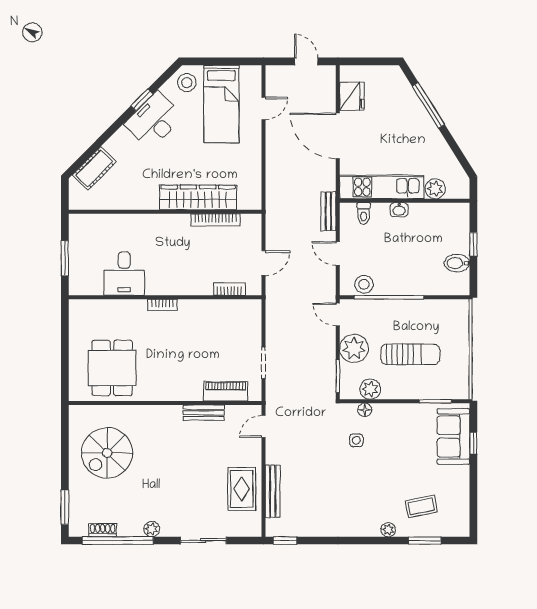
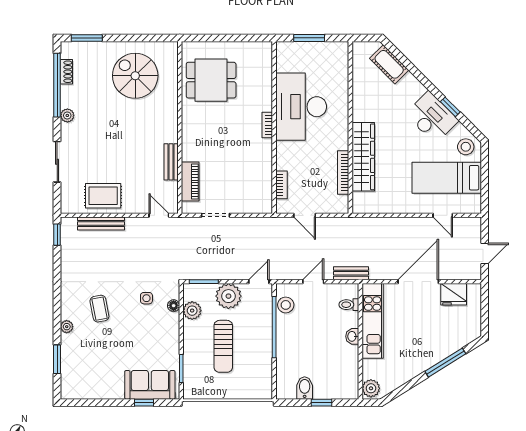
plant: (435, 189) -> (371, 388), moved
desk: (124, 274) -> (301, 107), width x1.87, depth x1.30
coffee table: (421, 506) -> (99, 309), moved

